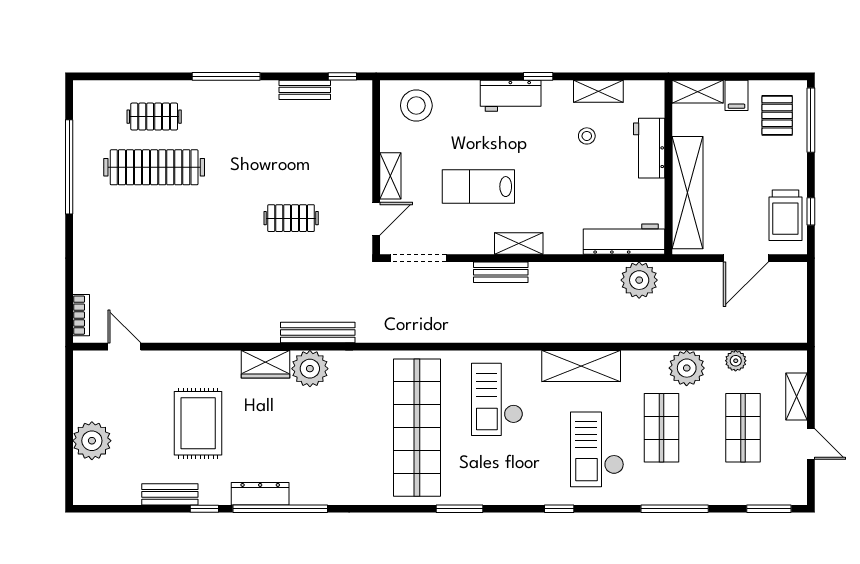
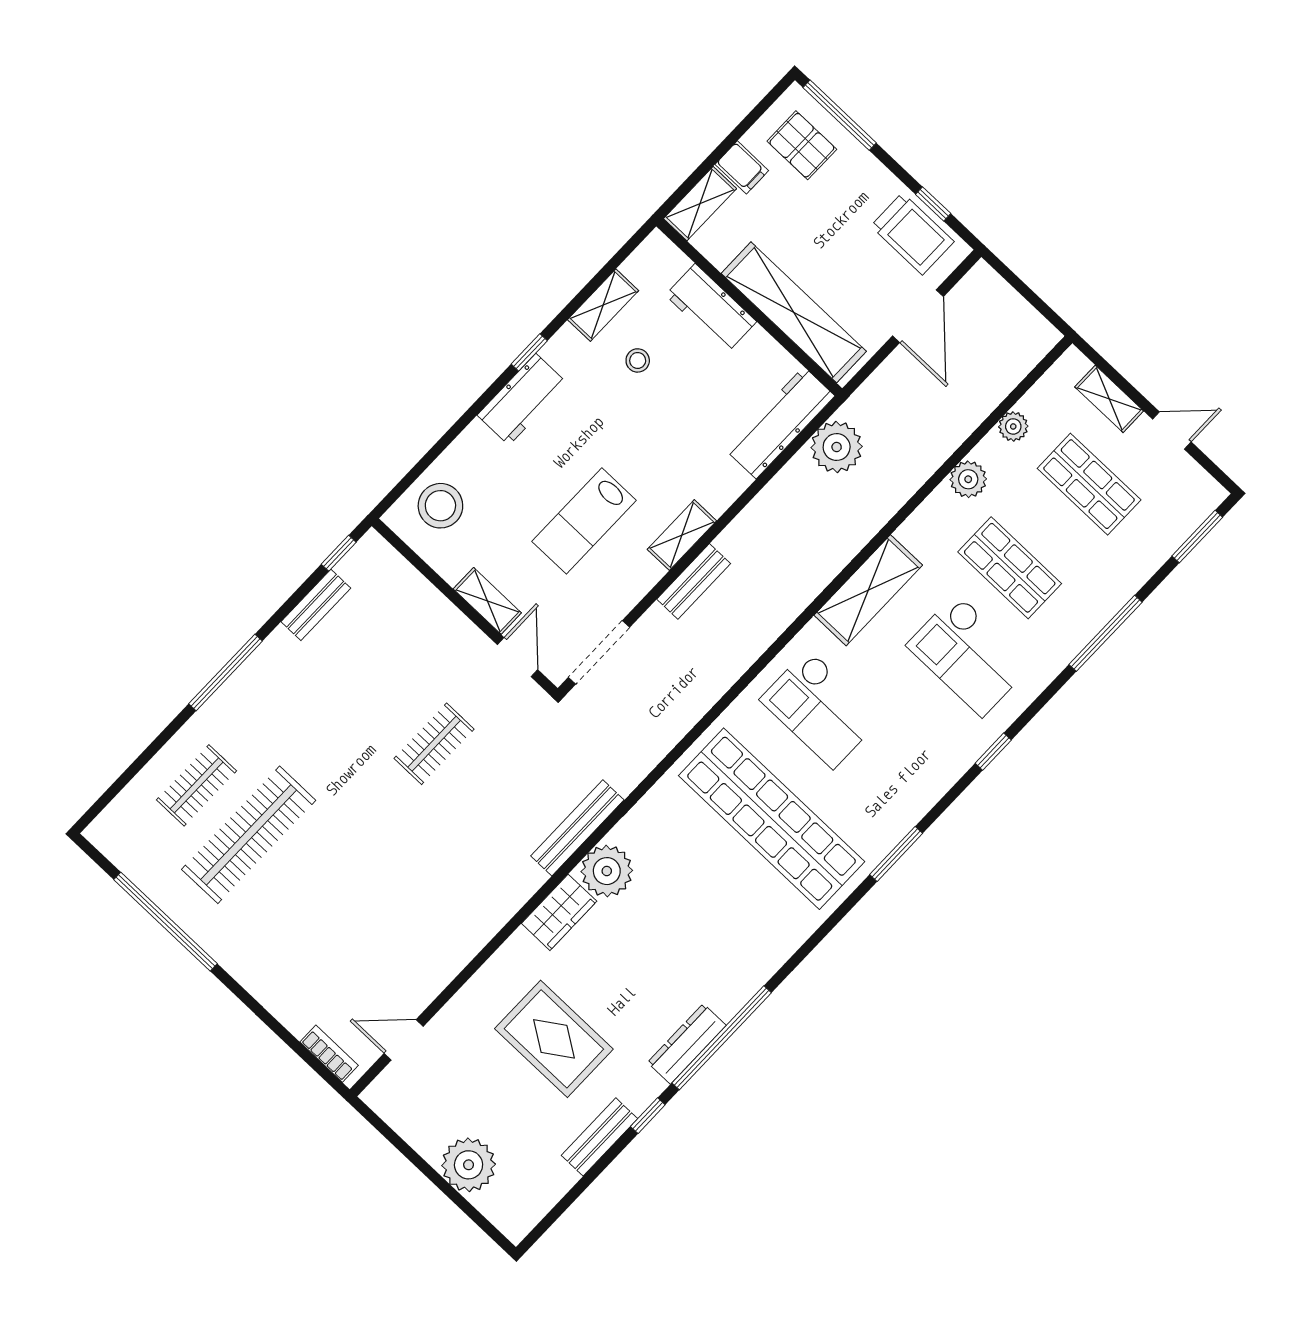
plant: (687, 368) -> (968, 479), width x0.73, depth x0.73

